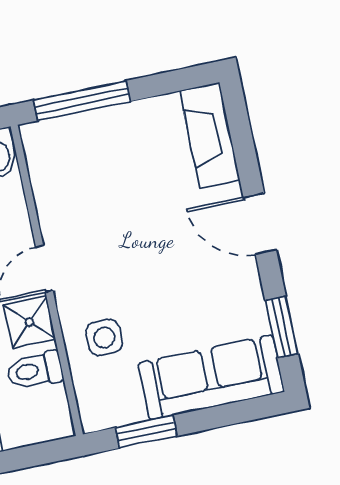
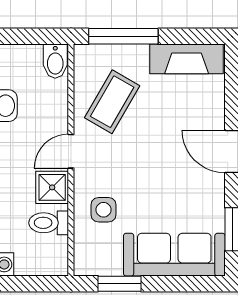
fireplace: (210, 135) -> (187, 59), moved, turned -90
coffee table: (85, 191) -> (112, 102), added

